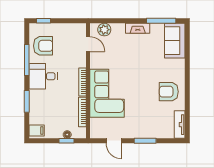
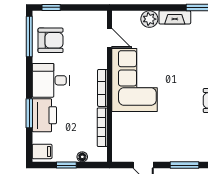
plant: (104, 30) -> (149, 19), moved
window: (27, 60) -> (29, 37), moved
corner sofa: (107, 93) -> (134, 80), moved
printer: (38, 103) -> (44, 115), added
window: (67, 141) -> (66, 165), moved

